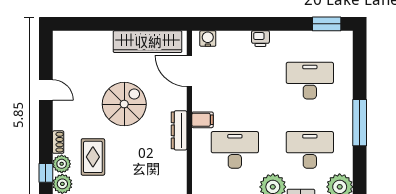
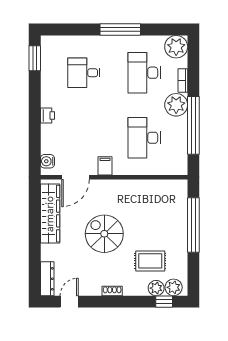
desk: (310, 81) -> (84, 73), width x0.73
door: (46, 90) -> (69, 302), moved
filing cabinet: (202, 120) -> (105, 166), moved
dresser: (179, 130) -> (47, 279), moved, turned -90
shoe rack: (58, 142) -> (112, 291), moved

